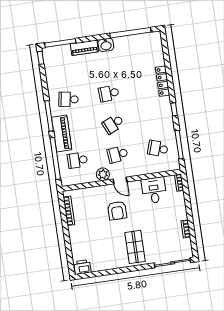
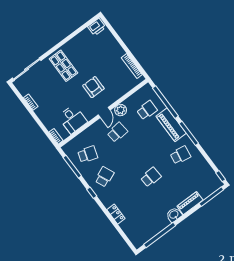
locker: (163, 81) -> (116, 214), width x0.66
school desk: (113, 124) -> (104, 177), moved
door: (120, 180) -> (104, 112), swing flipped

